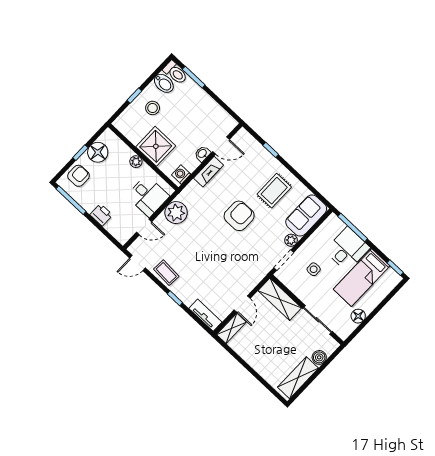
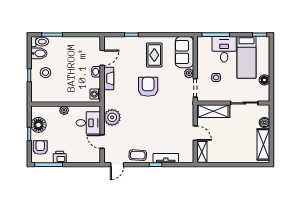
shower: (156, 146) -> (67, 92), removed
printer: (101, 215) -> (60, 157), moved
door: (144, 227) -> (102, 142), swing flipped
tv unit: (205, 315) -> (166, 158), moved

